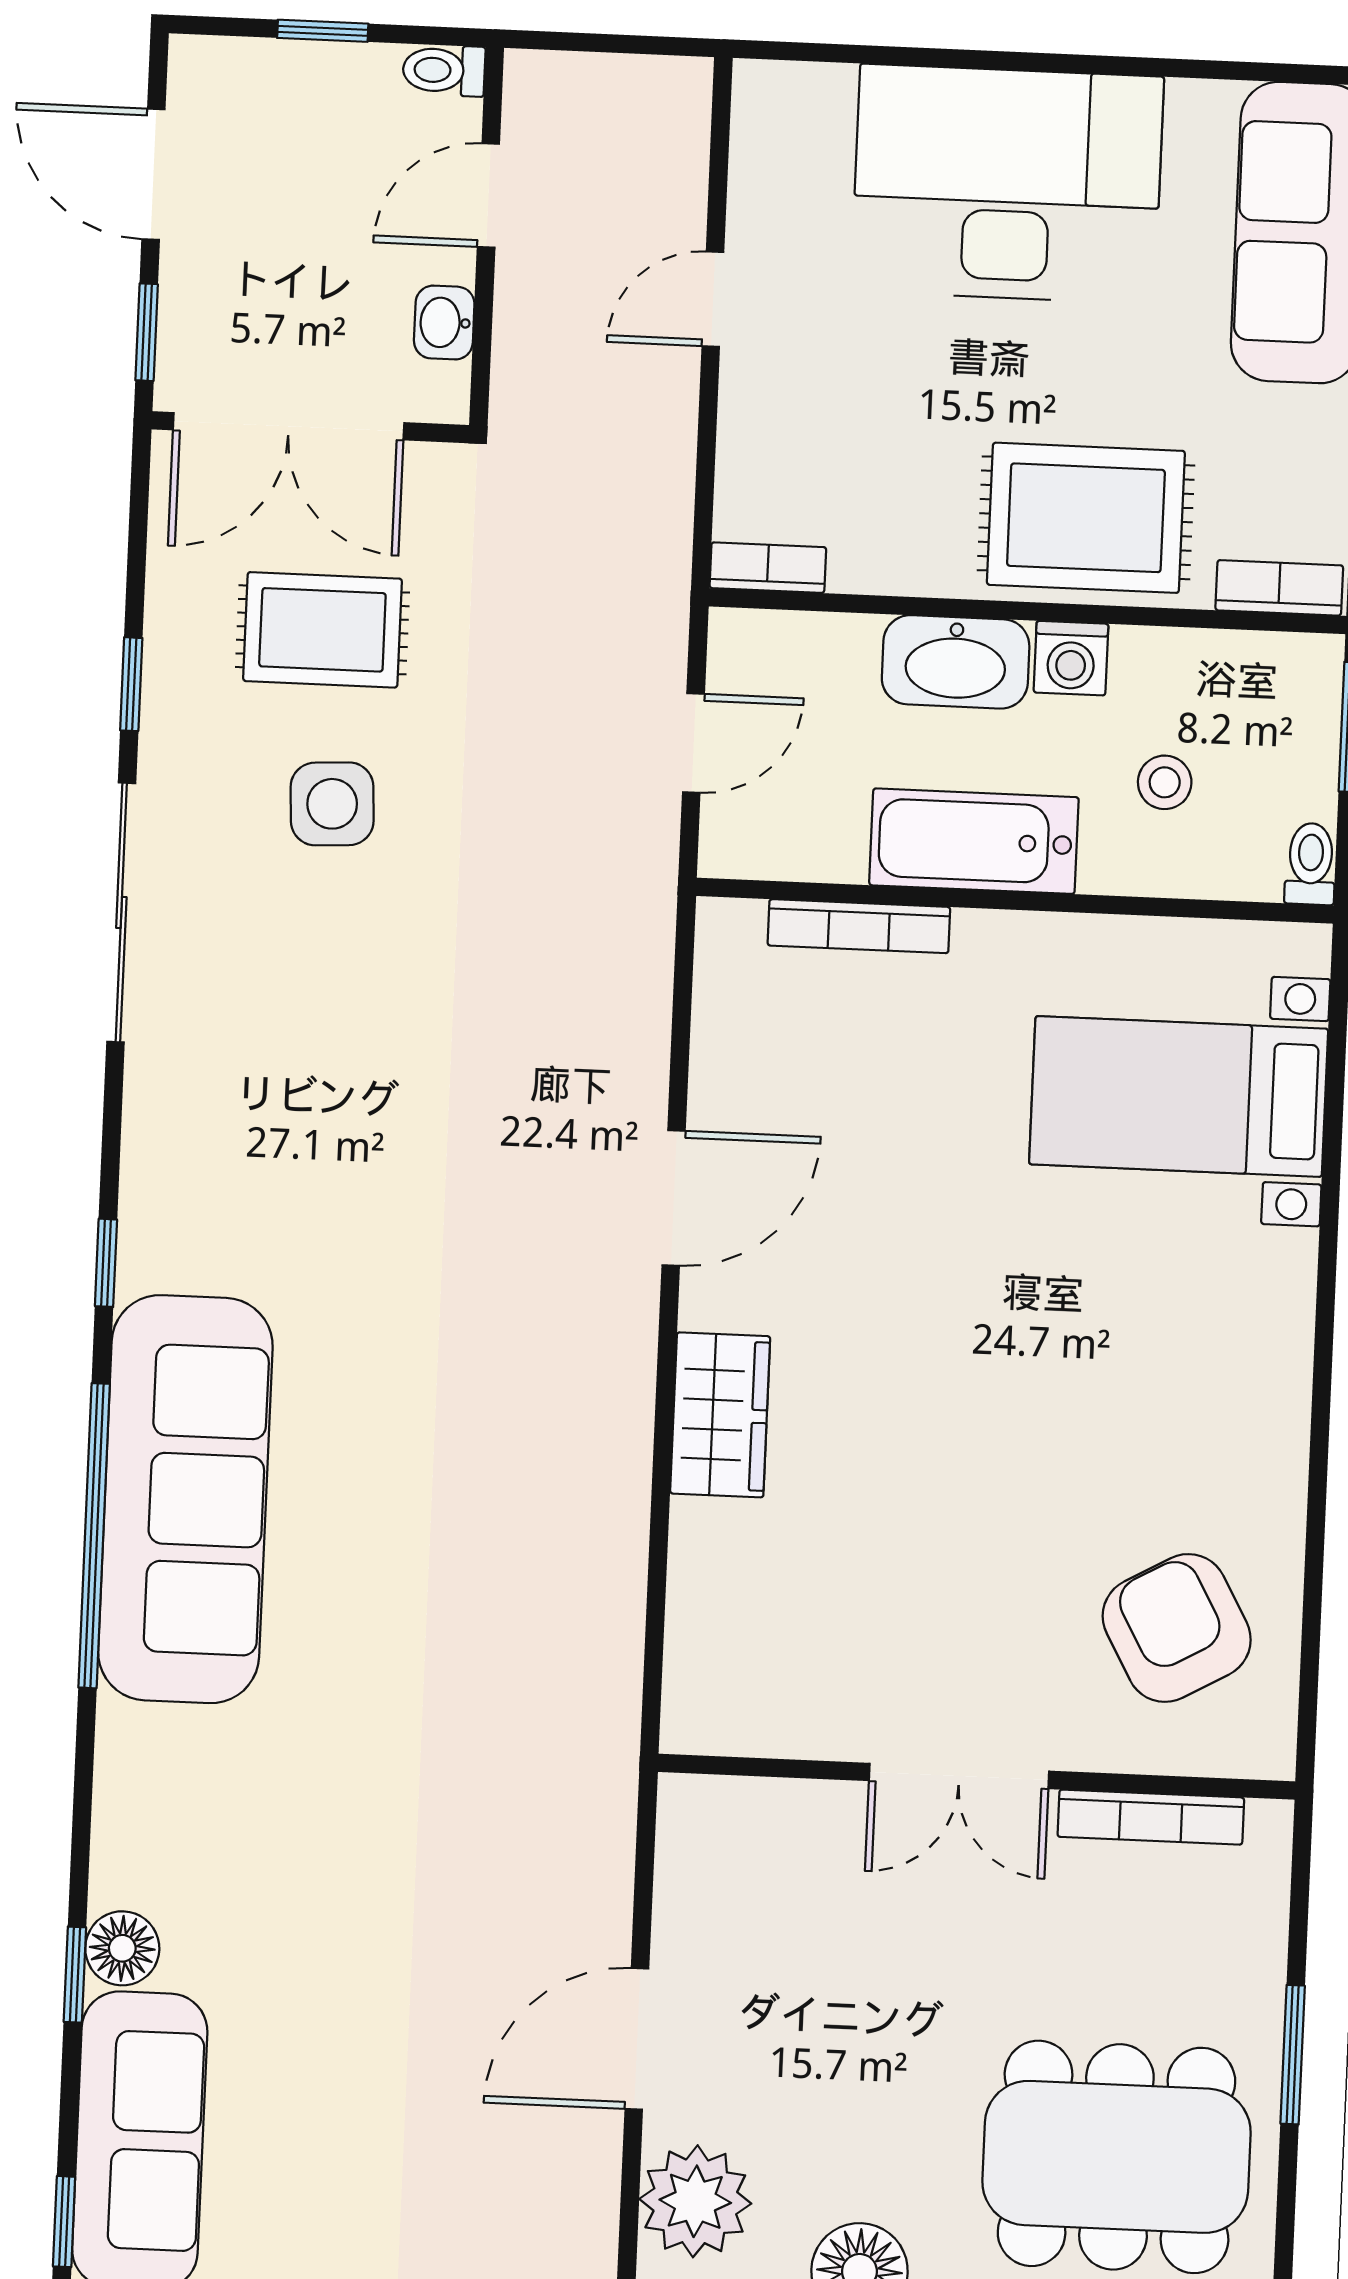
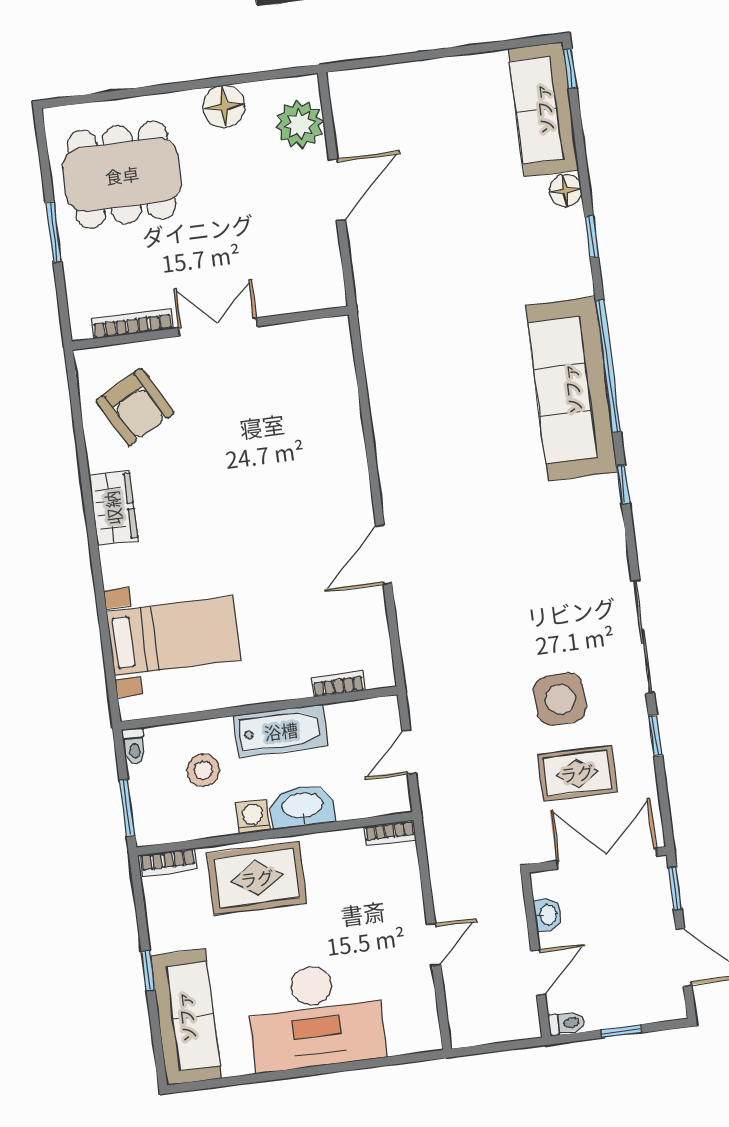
stool: (1165, 782) -> (203, 770), width x1.37, depth x1.37
side table: (332, 804) -> (560, 699), width x1.37, depth x1.37
bookcase: (859, 926) -> (338, 684), width x0.64
wardrobe: (720, 1415) -> (113, 508), moved, turned 180
window: (75, 1975) -> (592, 237), moved

